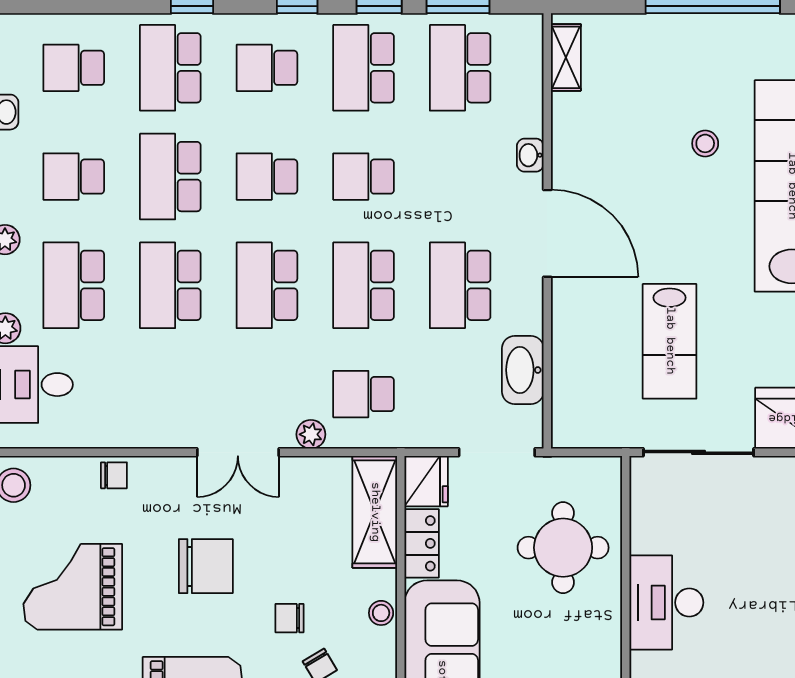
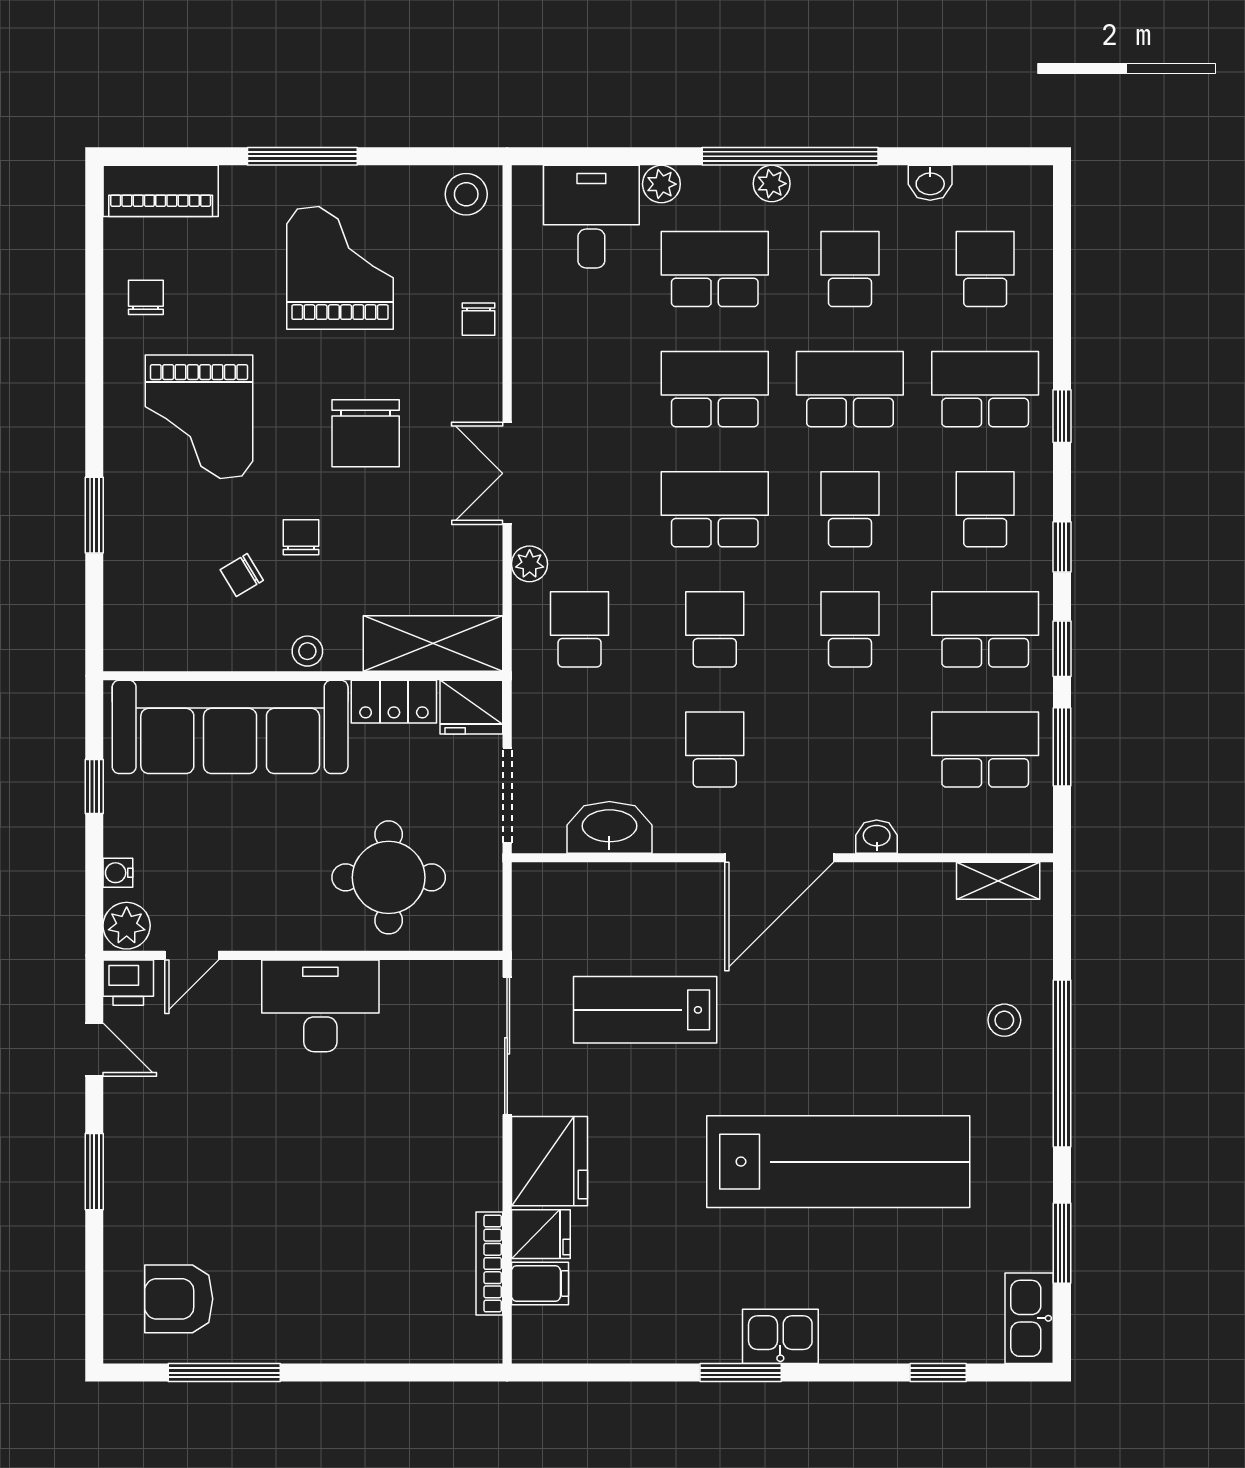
stool: (705, 143) -> (1004, 1020), moved
school desk: (364, 285) -> (715, 629), width x0.54
school desk: (460, 285) -> (715, 749), width x0.54

